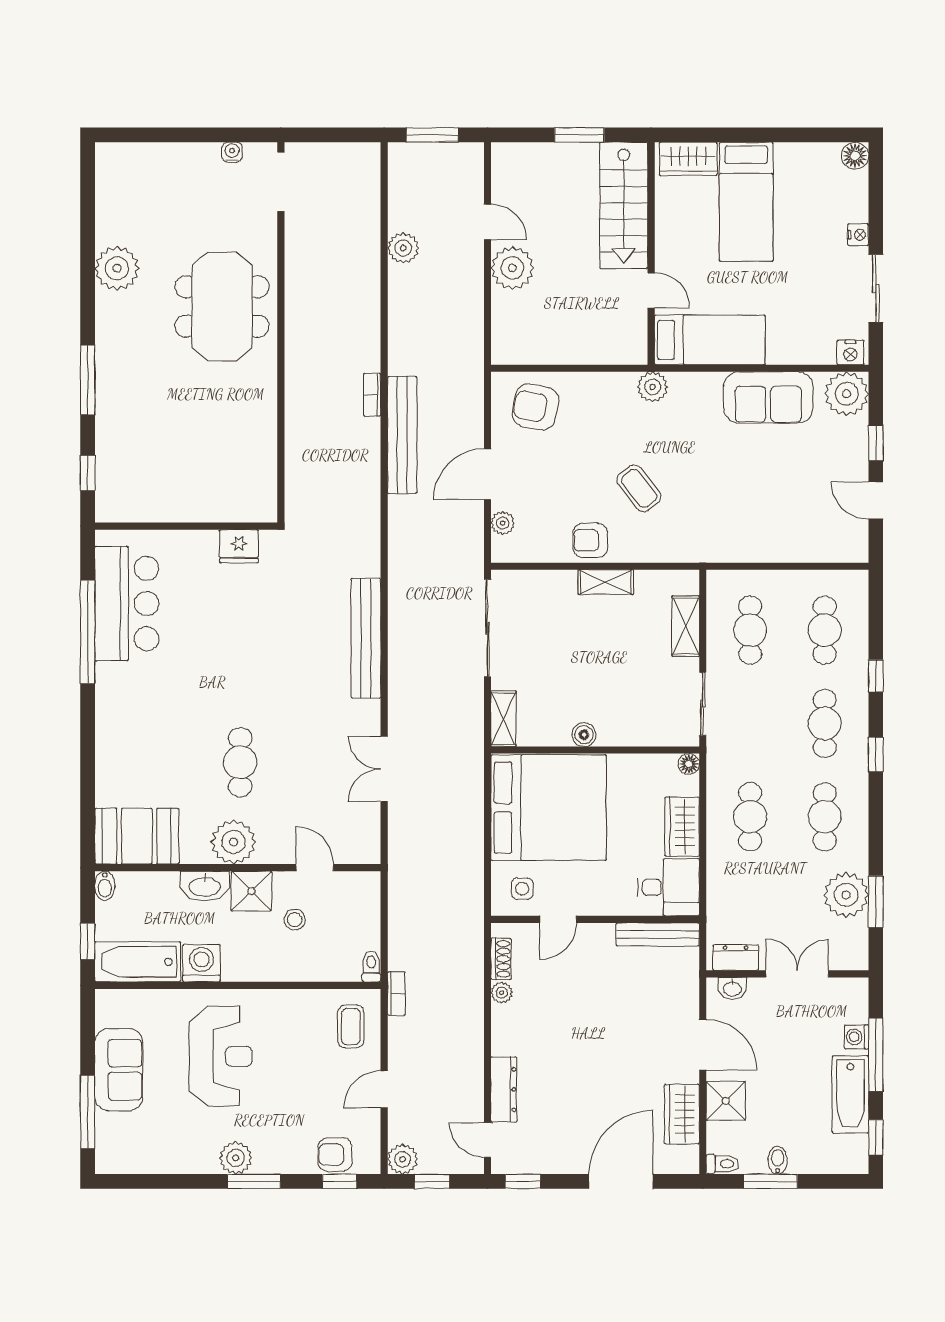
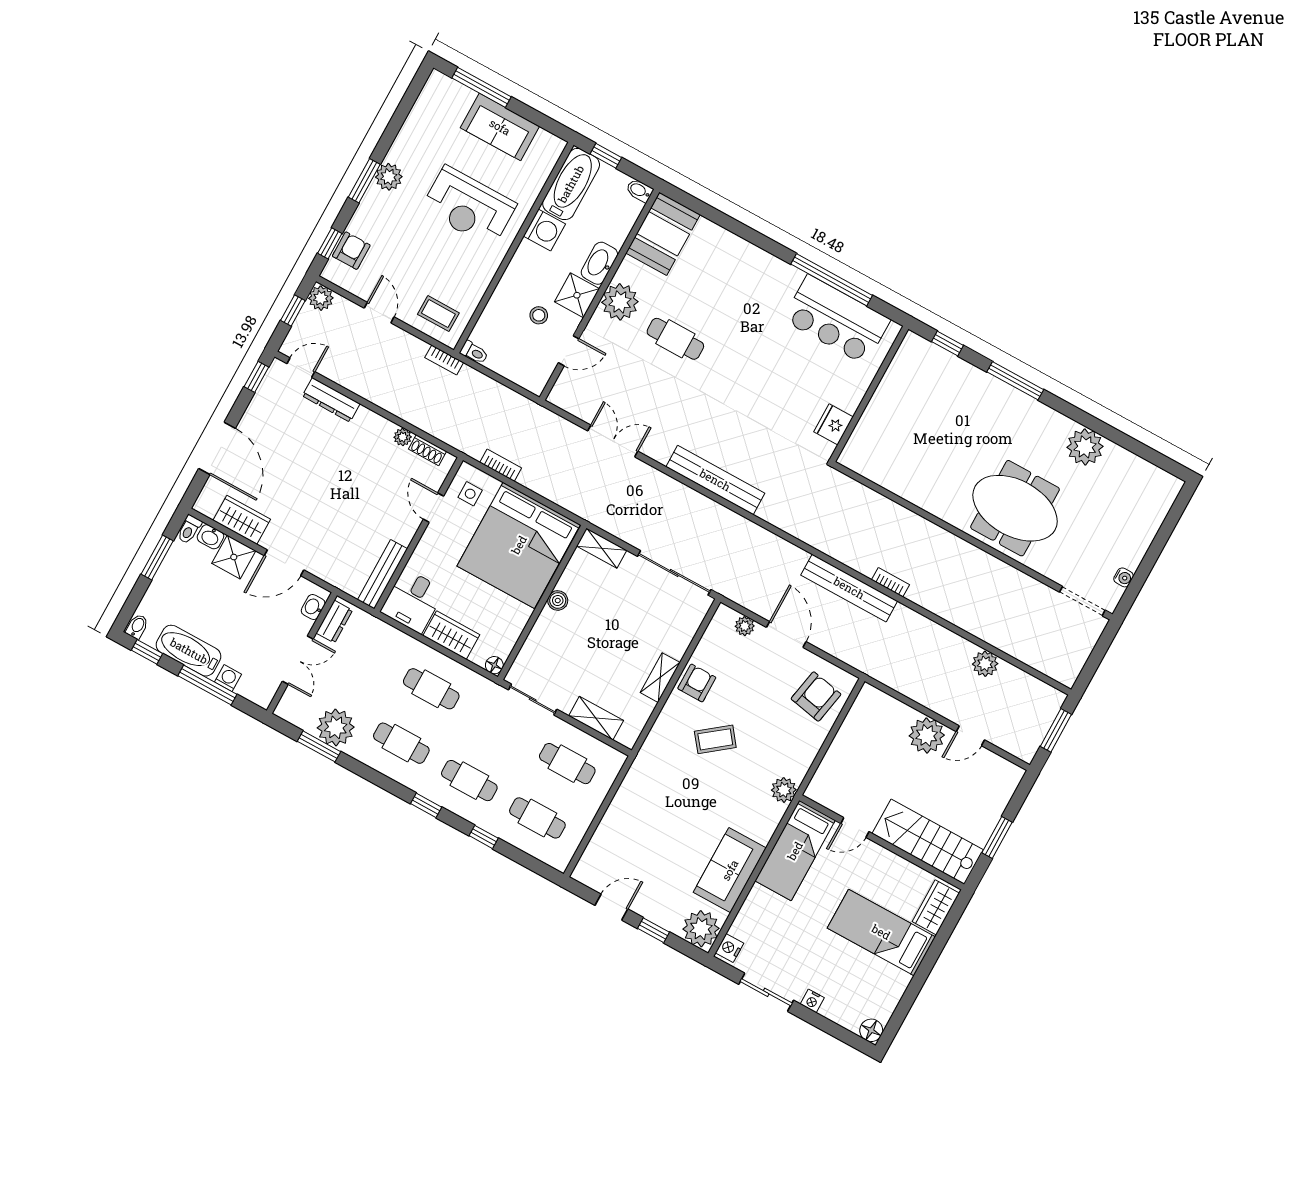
bookcase: (475, 873) -> (501, 465), added
washbasin: (718, 1137) -> (210, 537), added
bidet: (778, 1160) -> (137, 626), moved, turned -90

